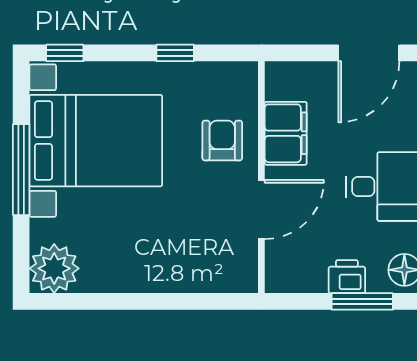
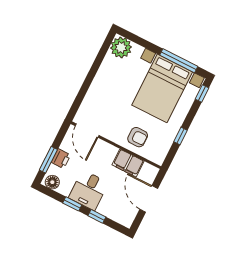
door: (369, 53) -> (149, 199), moved
window: (21, 170) -> (179, 61), moved
door: (261, 210) -> (87, 131), moved

